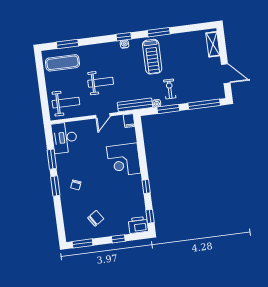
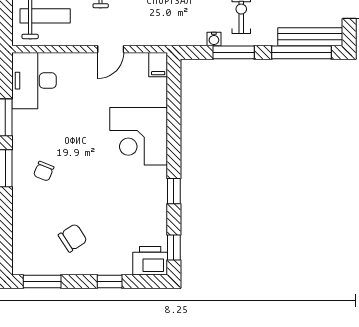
bench: (135, 105) -> (310, 37), moved

